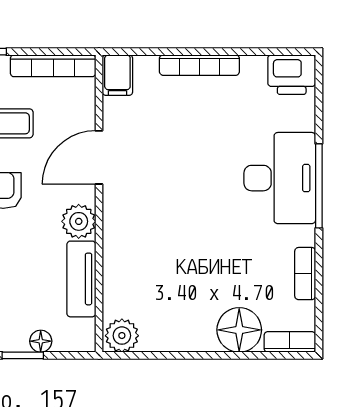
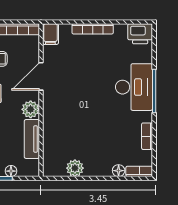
floor lamp: (239, 330) -> (119, 171), width x0.53, depth x0.53
plant: (122, 336) -> (75, 168), moved

